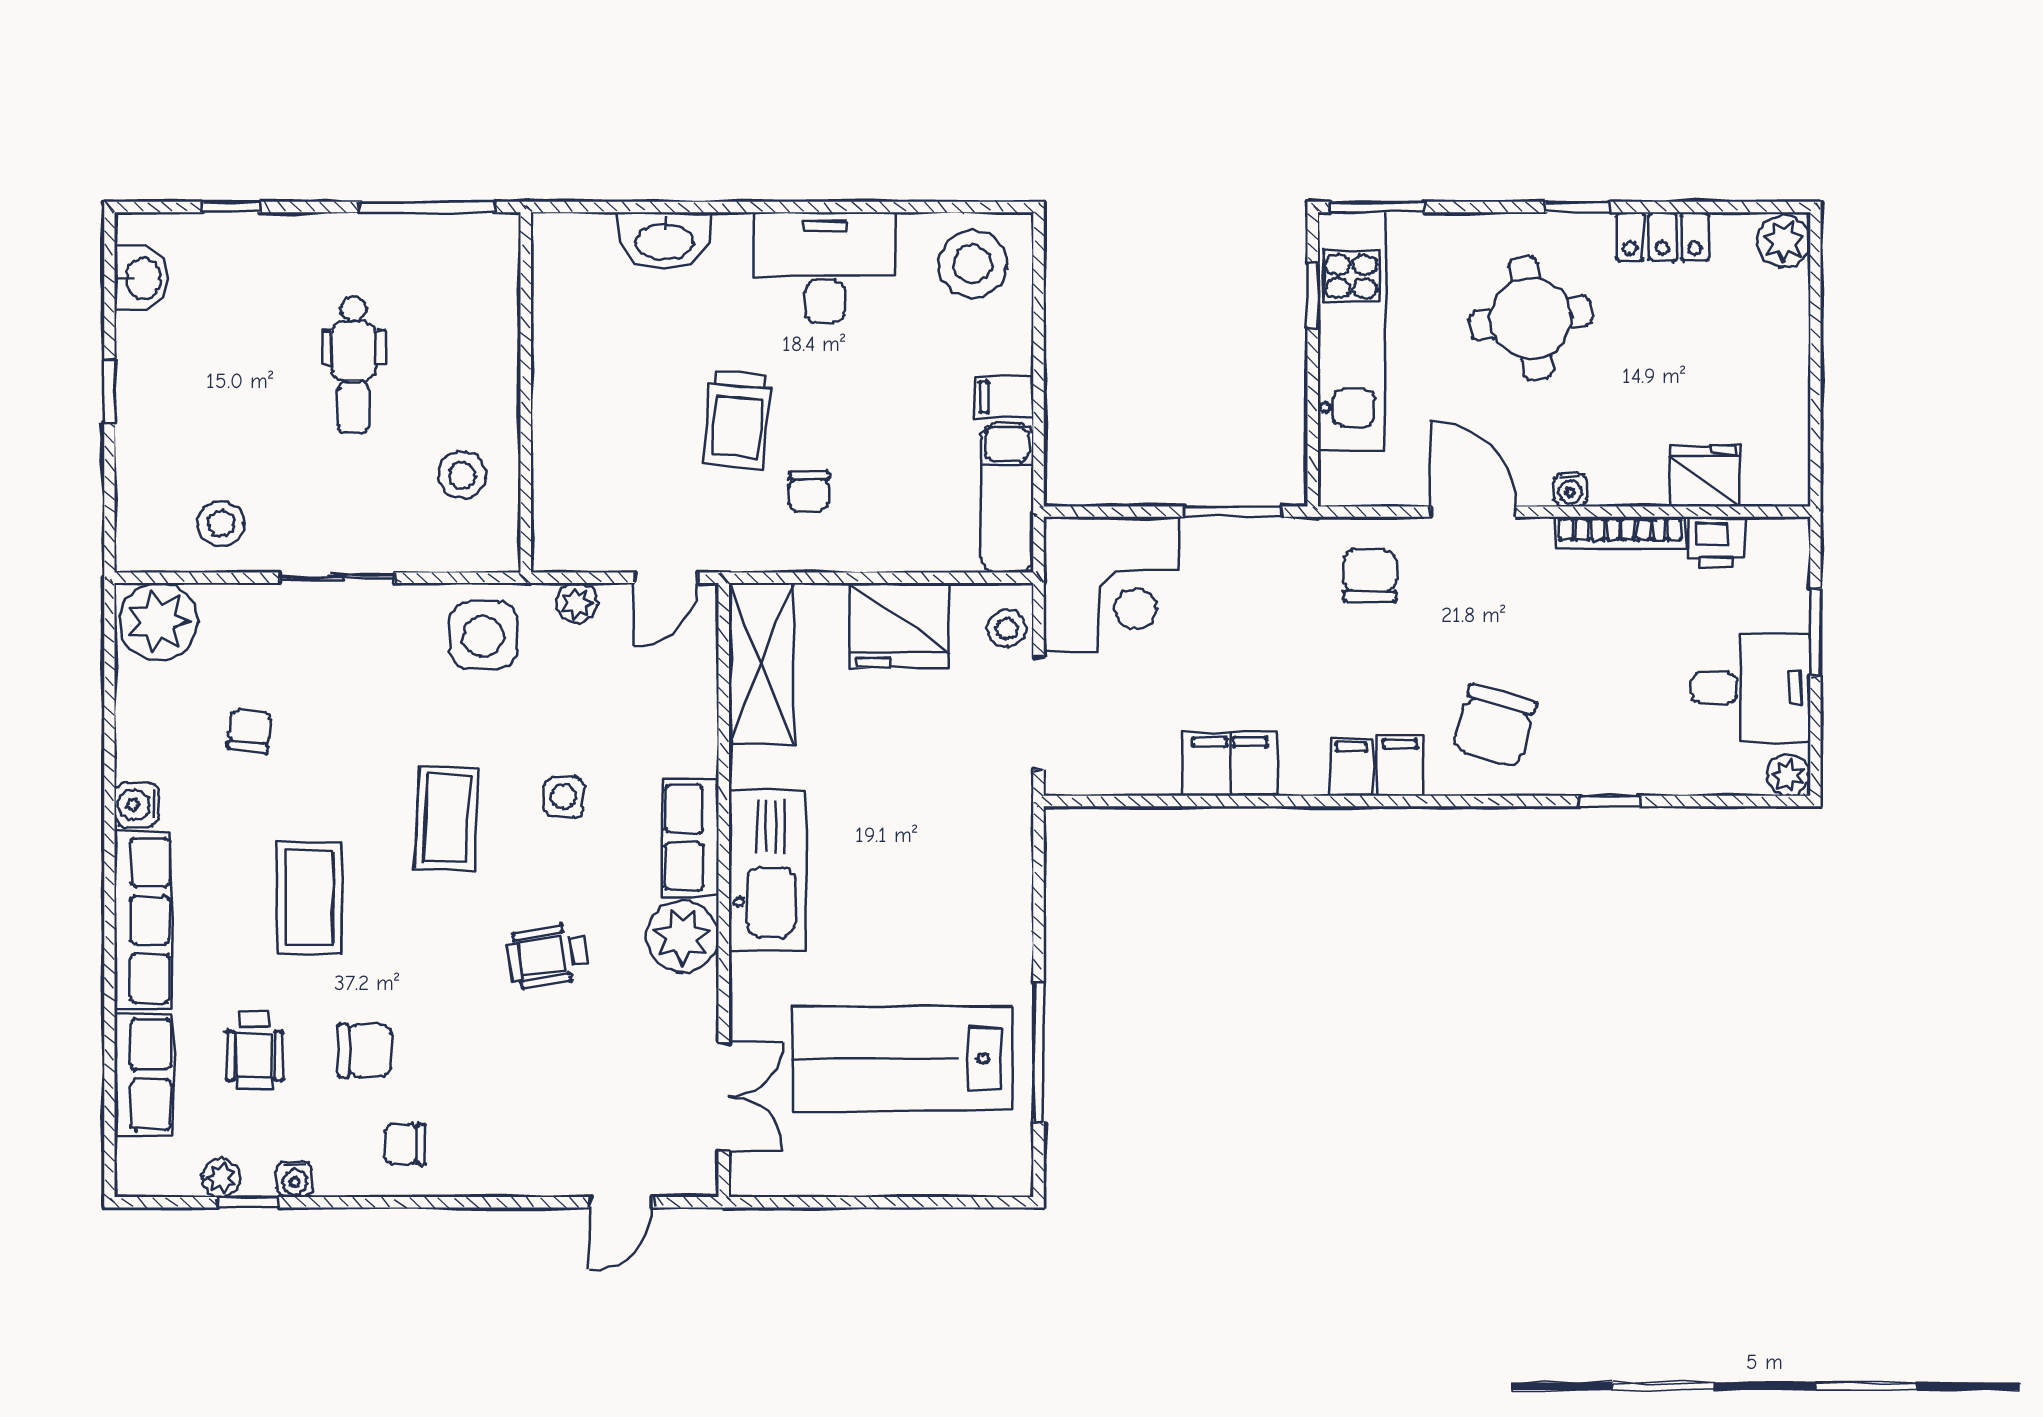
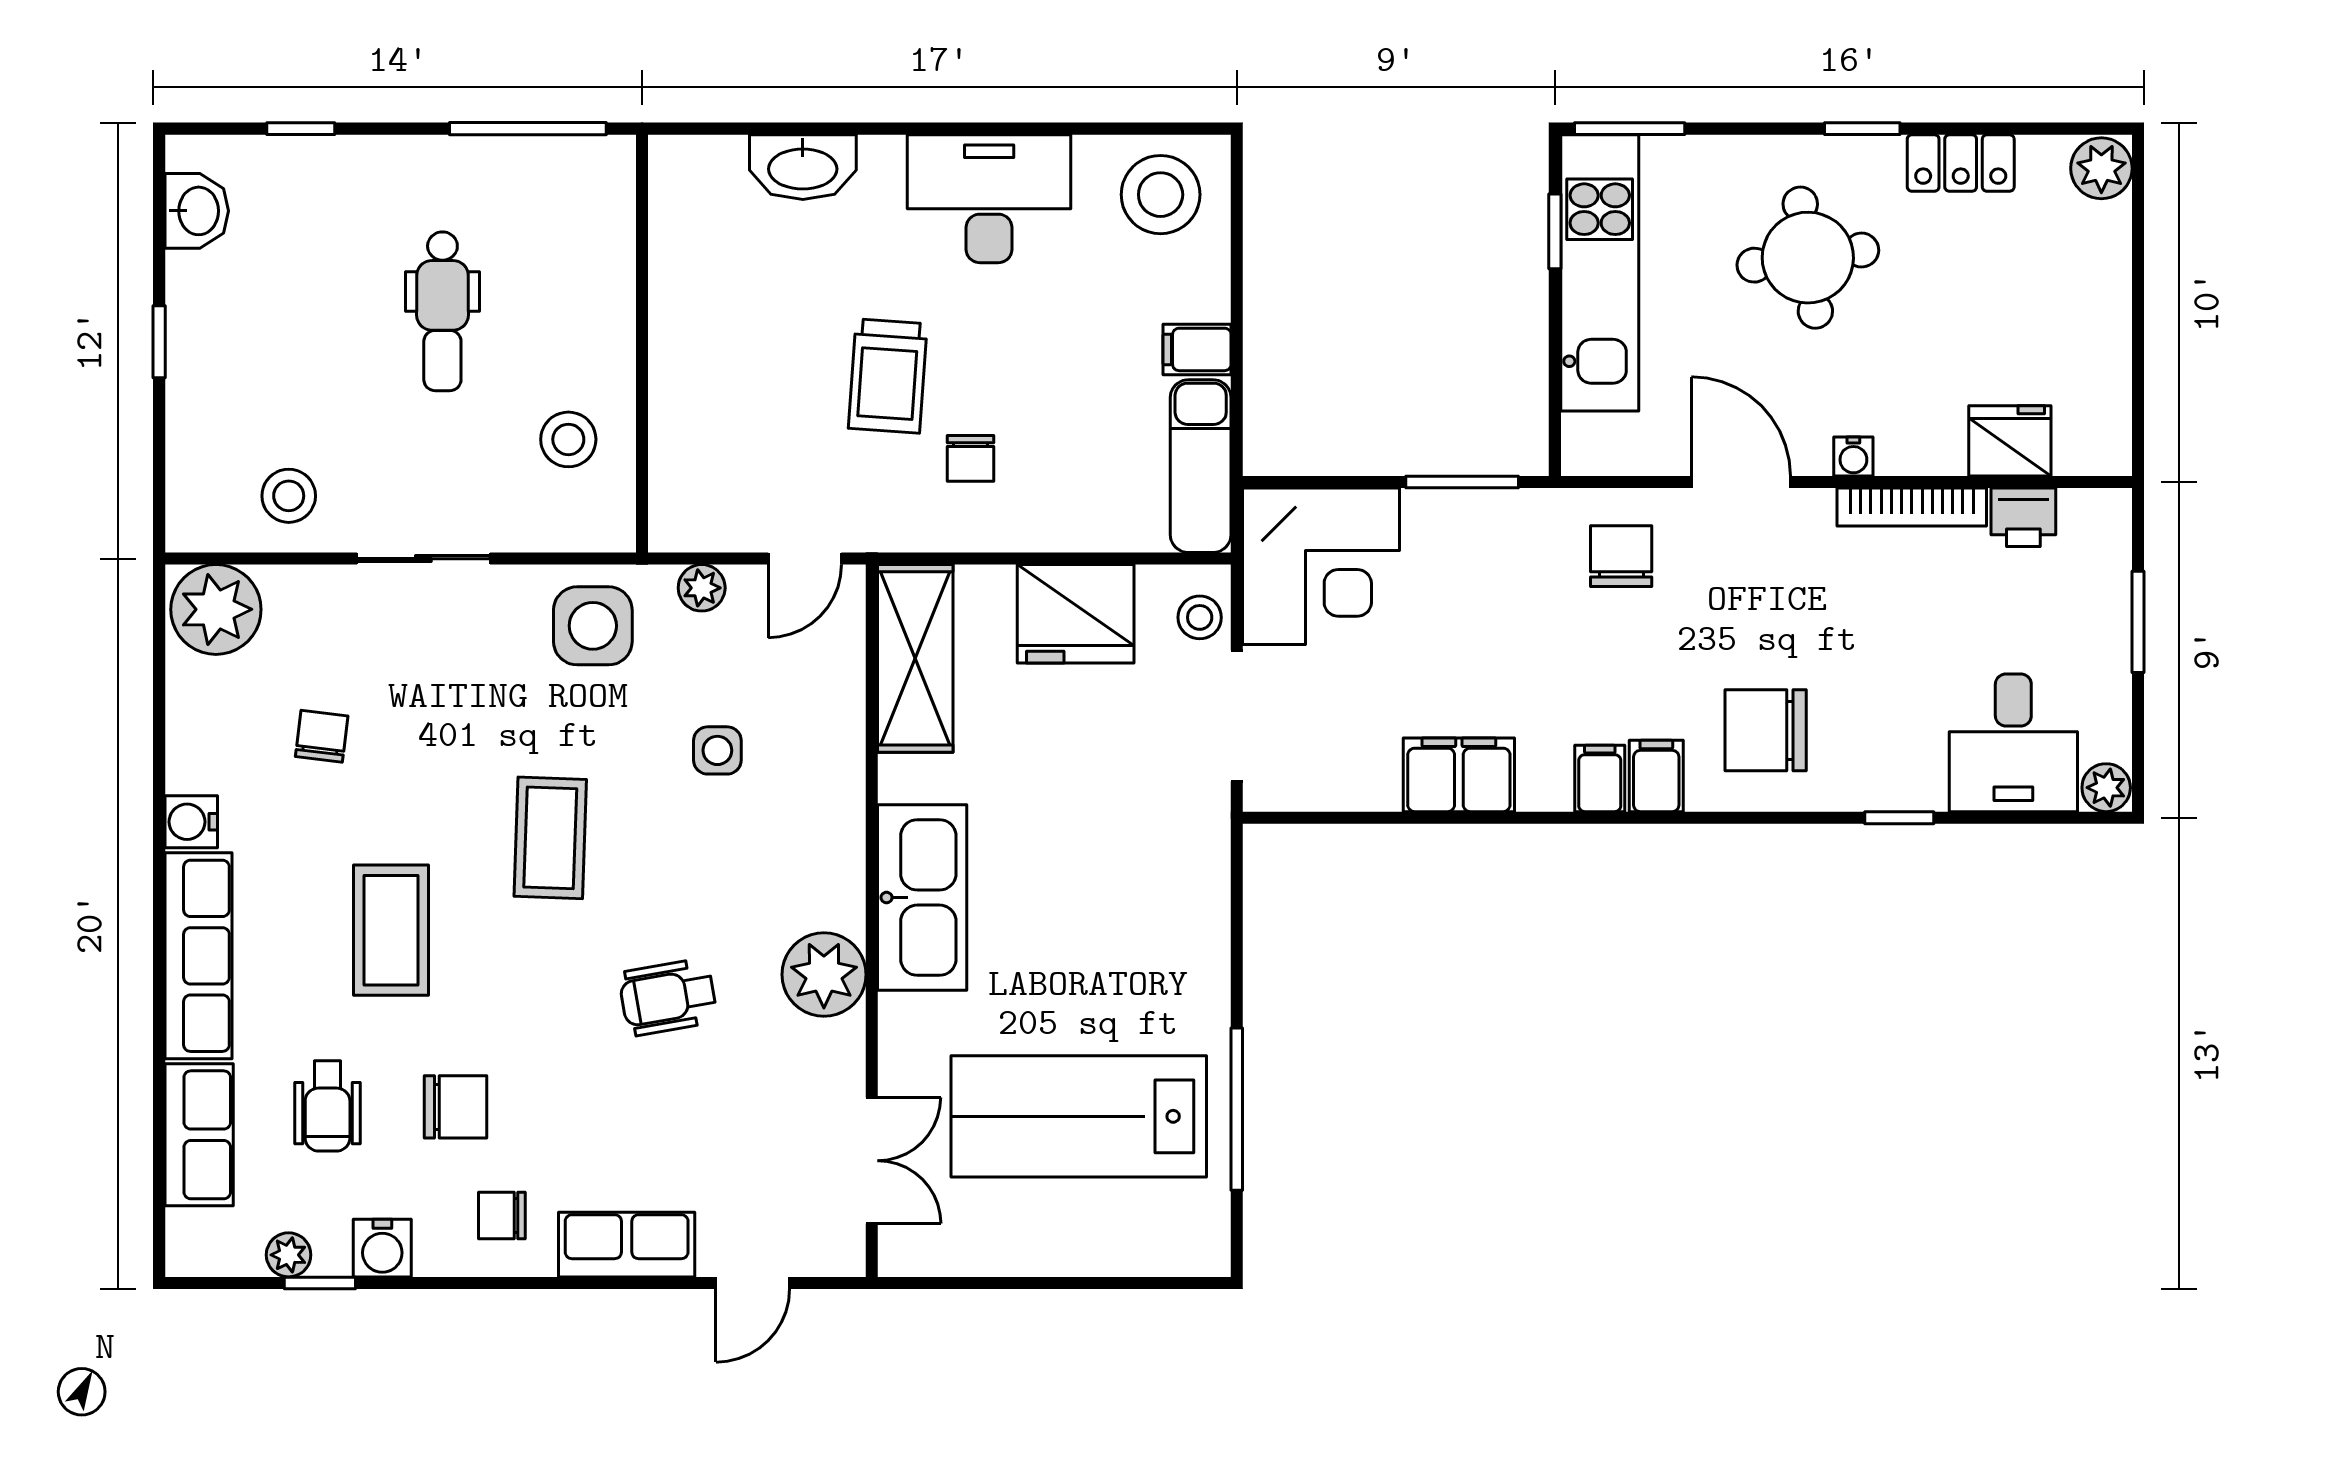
desk: (1751, 688) -> (2013, 743), moved, turned 90
chair: (1494, 726) -> (1766, 730), turned 74
side table: (564, 797) -> (717, 750), moved
row of seats: (691, 838) -> (627, 1245), moved, turned 90
water cooler: (295, 1179) -> (382, 1248), width x1.38, depth x1.38

